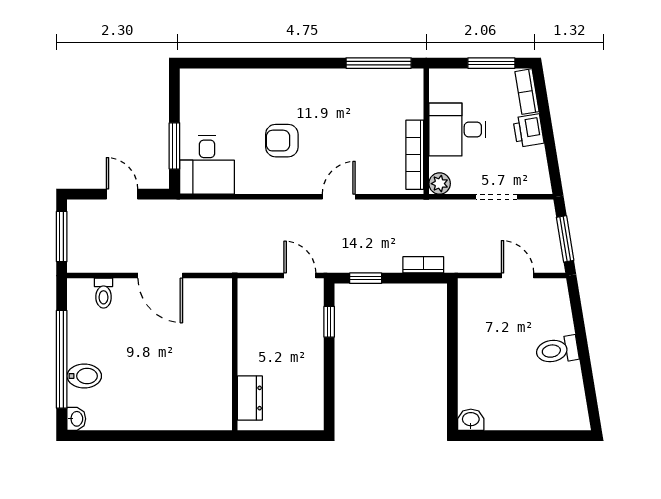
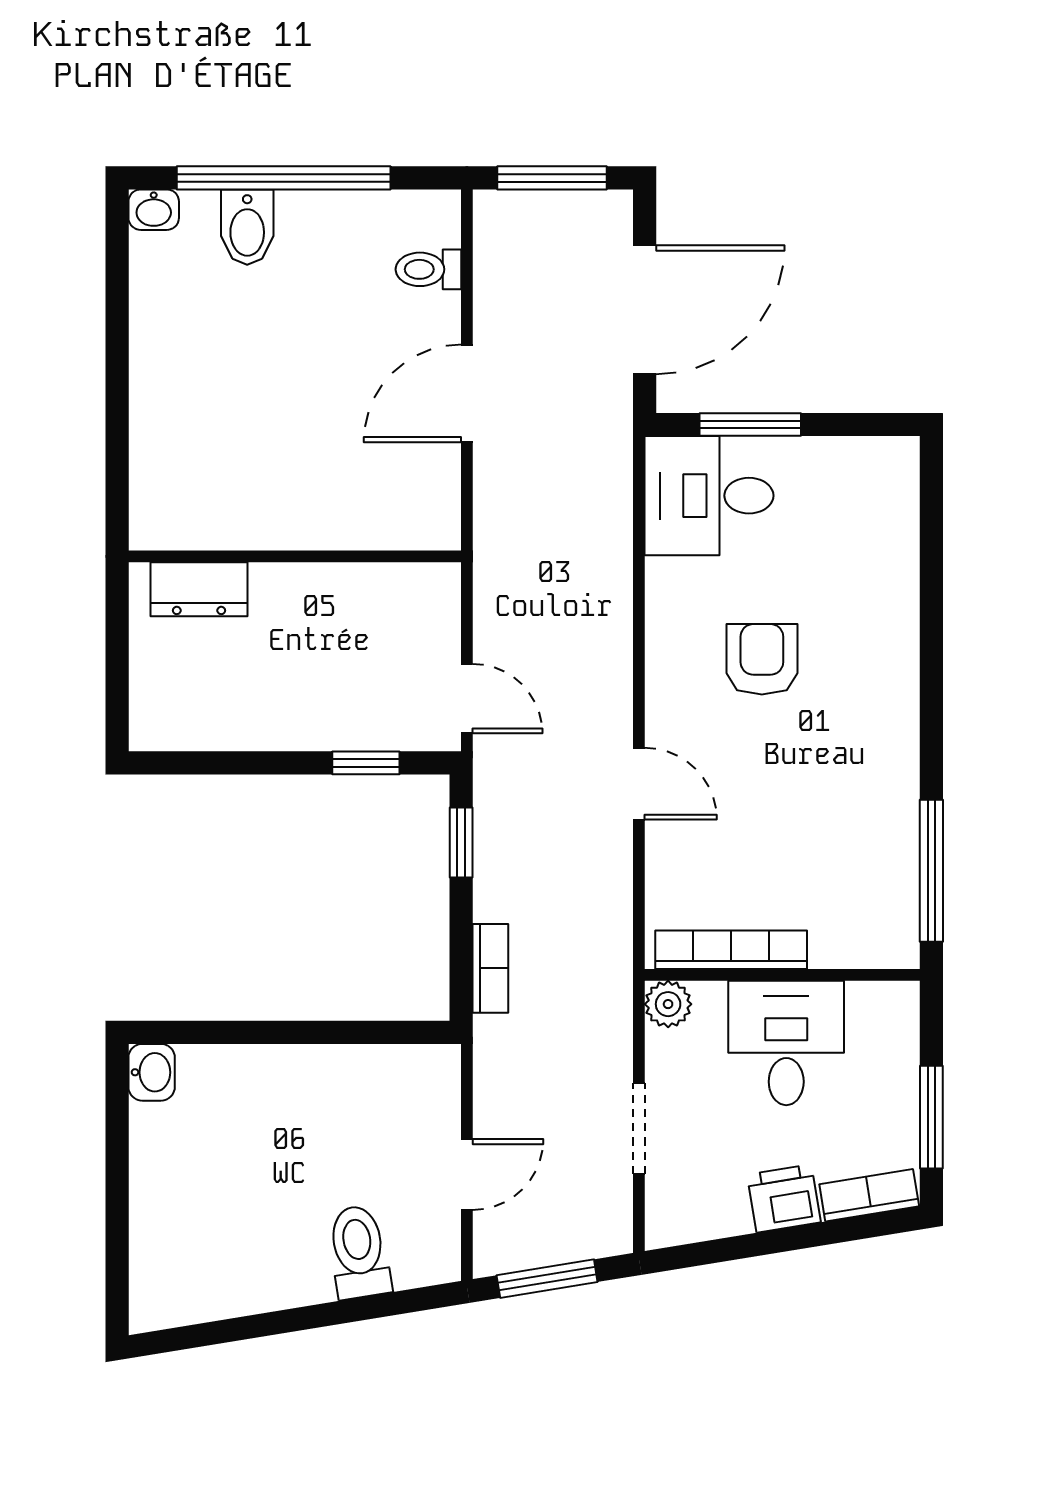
door: (122, 194) -> (645, 310), width x1.88
door: (300, 276) -> (467, 699), hinge flipped
toilet: (557, 350) -> (359, 1252), moved

